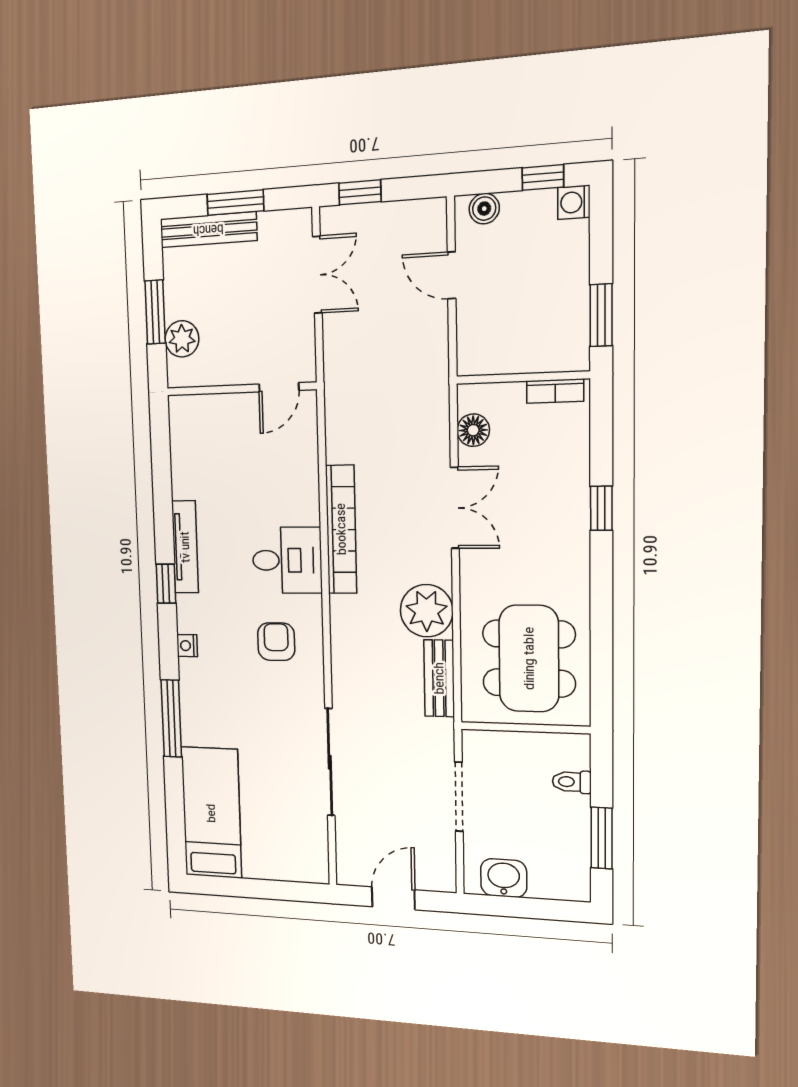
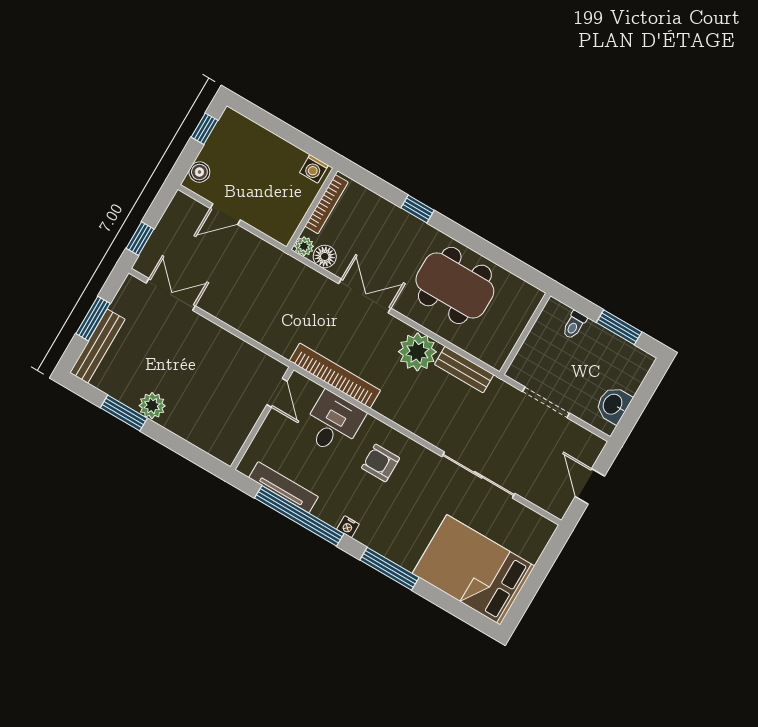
washing machine: (574, 202) -> (314, 169), moved
window: (601, 315) -> (305, 143), removed
door: (279, 387) -> (277, 393), moved
wall: (241, 389) -> (262, 418), moved
bookcase: (555, 391) -> (326, 204), width x1.56
plant: (470, 397) -> (304, 246), added
window: (166, 584) -> (299, 516), width x3.17
dining table: (529, 658) -> (455, 285), moved
bed: (211, 813) -> (473, 570), width x1.50

